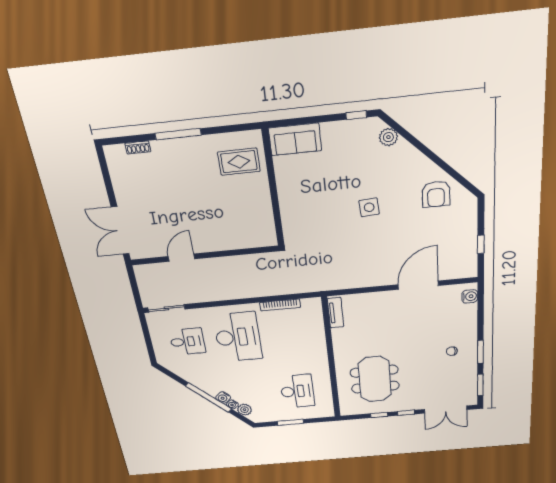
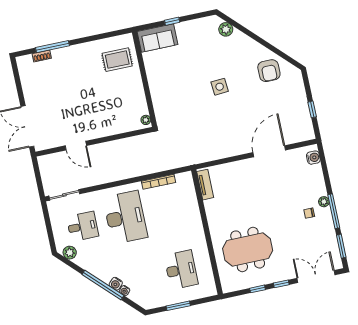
window: (356, 115) -> (172, 21), moved
window: (178, 134) -> (52, 47), moved
plant: (271, 237) -> (146, 120), added
door: (181, 258) -> (76, 146), swing flipped
plant: (471, 342) -> (324, 202), added
window: (480, 352) -> (334, 211), width x1.44
meeting table: (375, 379) -> (248, 249), turned 90
plant: (244, 410) -> (70, 253), moved
double door: (446, 410) -> (316, 276), swing flipped

